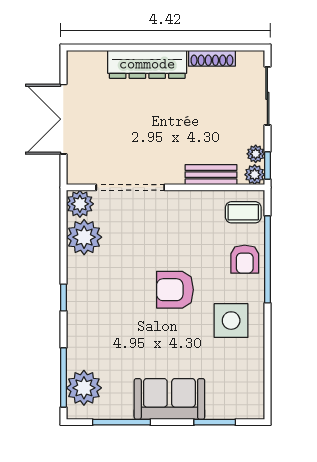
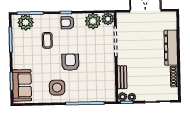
coffee table: (243, 212) -> (47, 40), moved
armchair: (245, 259) -> (67, 23), moved
sofa: (169, 399) -> (22, 85), moved

